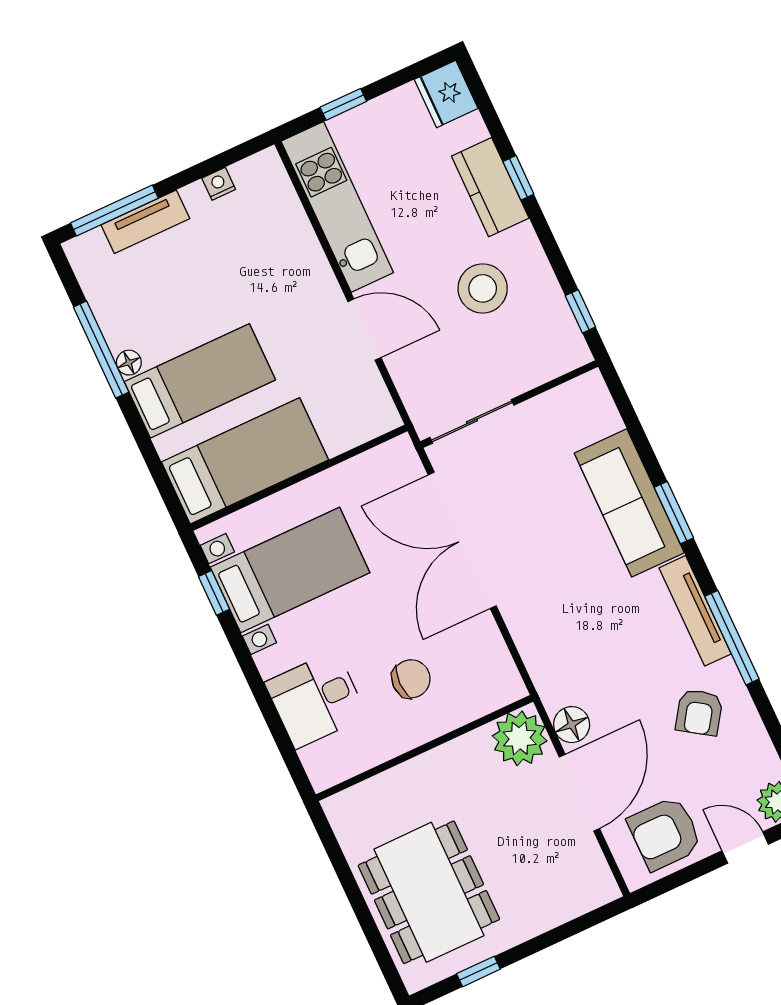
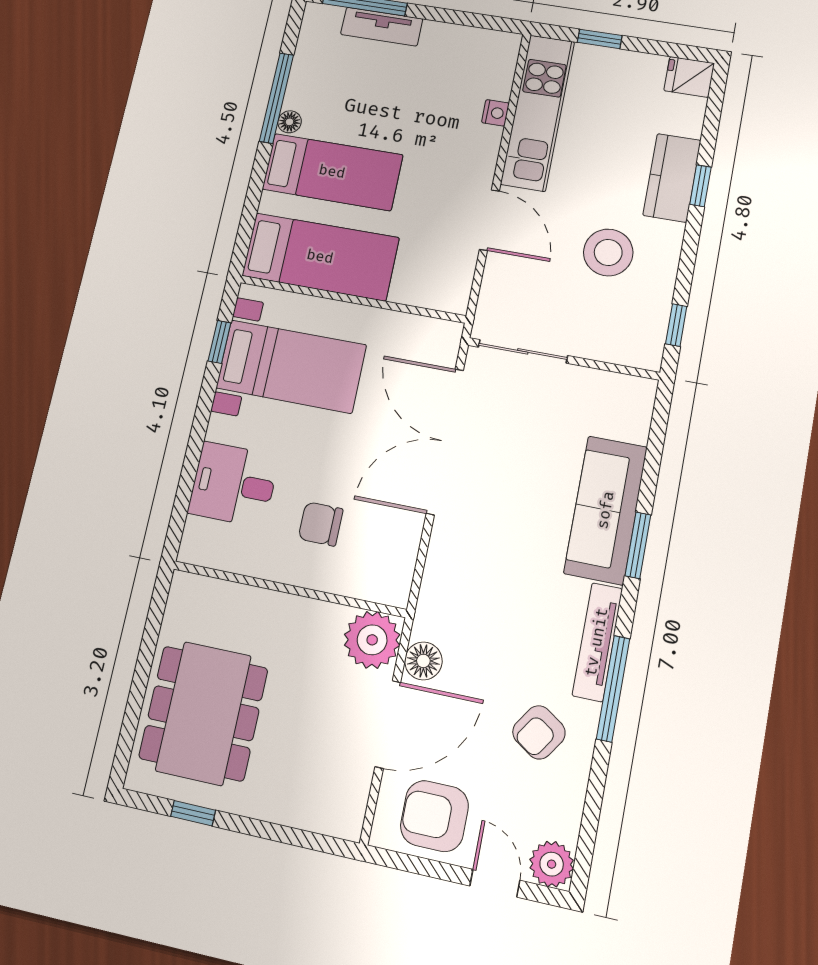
fridge: (446, 94) -> (689, 77), width x0.72
nightstand: (219, 184) -> (495, 113), moved, turned 90
chair: (411, 679) -> (321, 524), turned 180

